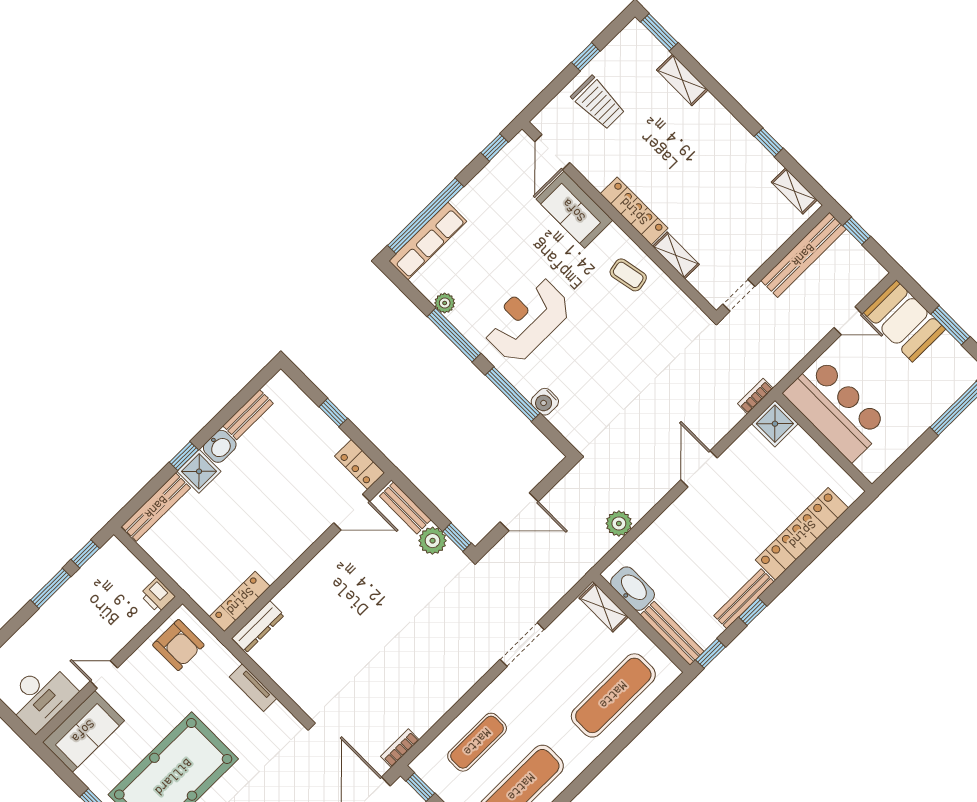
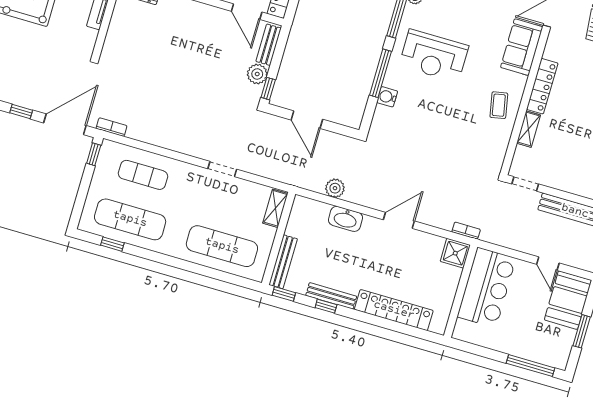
reception desk: (527, 320) -> (434, 56), turned 180
washbasin: (633, 589) -> (346, 219), moved, turned 90
doorway: (522, 644) -> (222, 169), width x0.73

